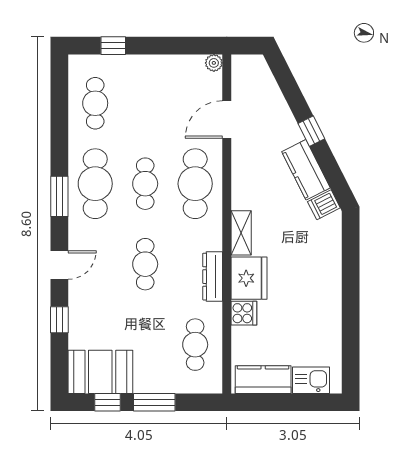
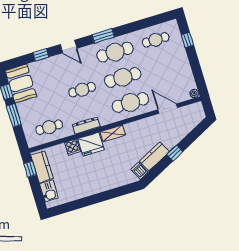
cafe table: (145, 184) -> (123, 77), width x1.37, depth x1.35
window: (261, 402) -> (30, 169), added

